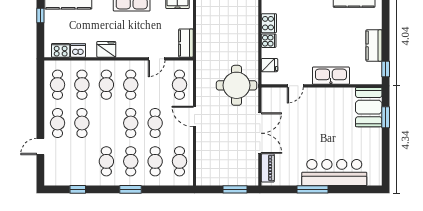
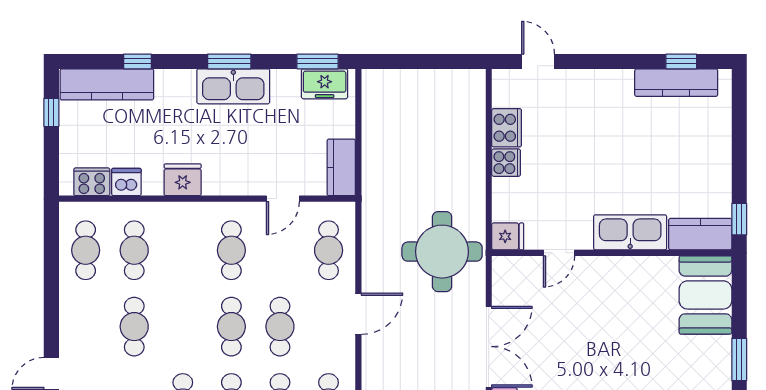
kitchen counter: (374, 45) -> (700, 234), moved, turned 90
fridge: (269, 65) -> (508, 236), moved
cafe table: (106, 85) -> (183, 250), removed
door: (194, 117) -> (358, 314), swing flipped
window: (386, 117) -> (739, 359), moved
cafe table: (58, 123) -> (86, 327), removed

